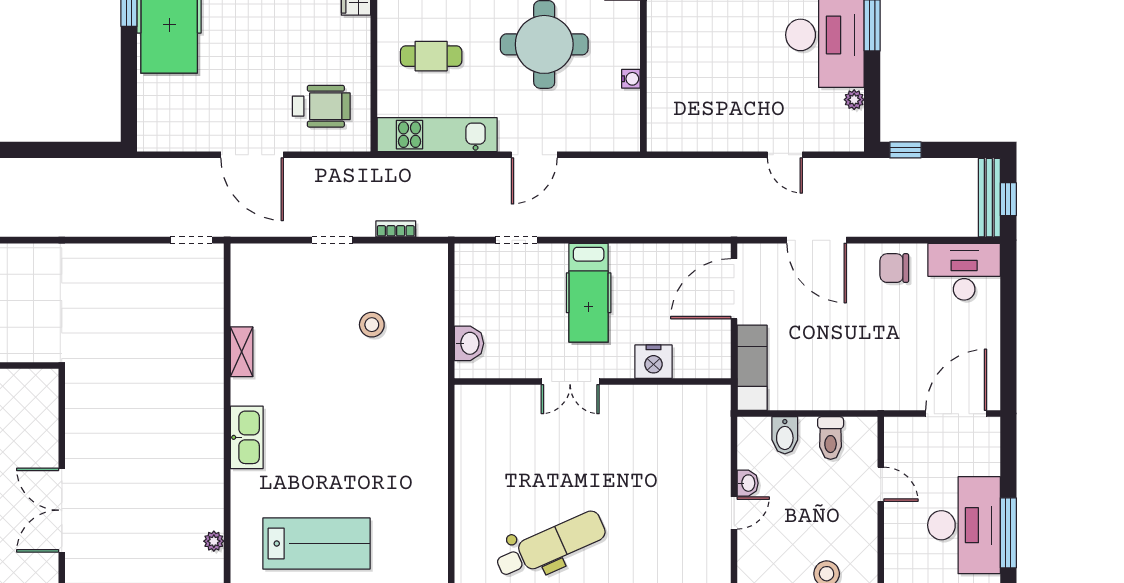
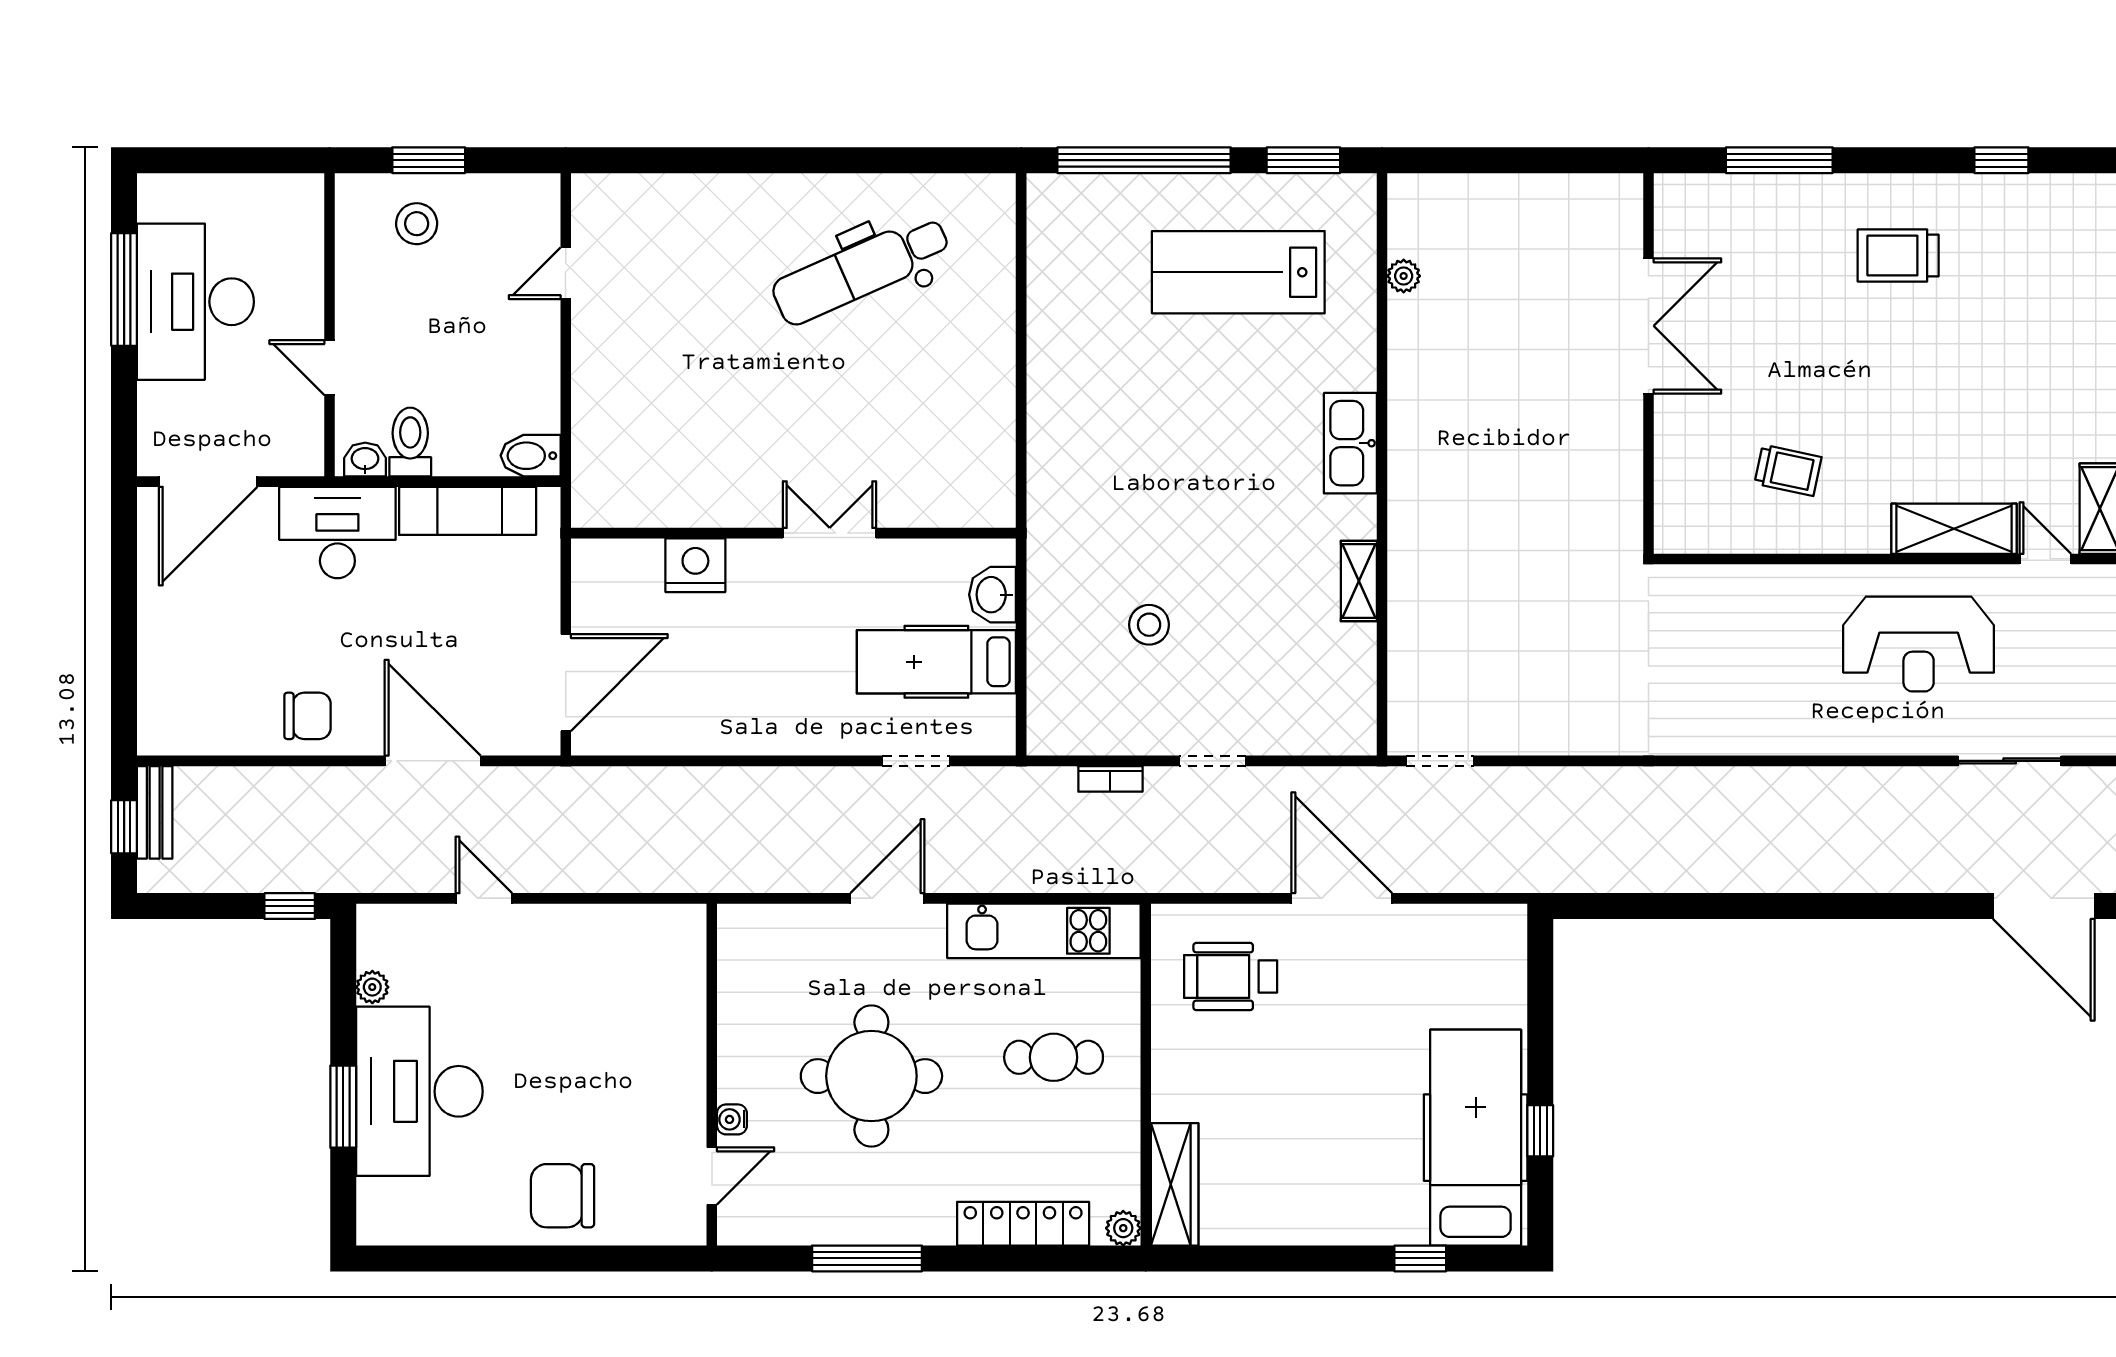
water cooler: (631, 79) -> (732, 1119), moved
bench: (989, 198) -> (155, 812), width x0.73
desk: (964, 272) -> (337, 532), moved, turned 180
hospital bed: (589, 293) -> (936, 662), moved, turned -90
exam couch: (752, 368) -> (468, 511), moved, turned -90
bidet: (785, 435) -> (531, 456), moved, turned -90
washbasin: (748, 483) -> (365, 460), moved, turned 90
door: (734, 513) -> (566, 273), moved

